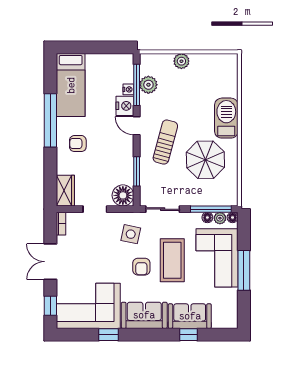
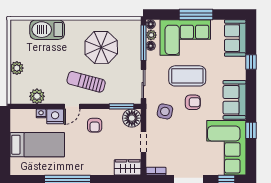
bed: (71, 85) -> (37, 145), moved
window: (137, 85) -> (37, 106), removed
barbecue: (226, 118) -> (47, 30), moved
armchair: (78, 144) -> (95, 125), moved
window: (137, 171) -> (121, 106), moved
sofa: (190, 316) -> (235, 38), moved

